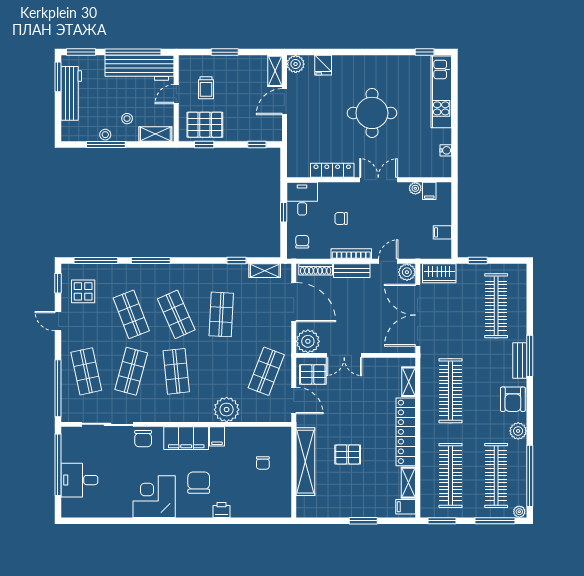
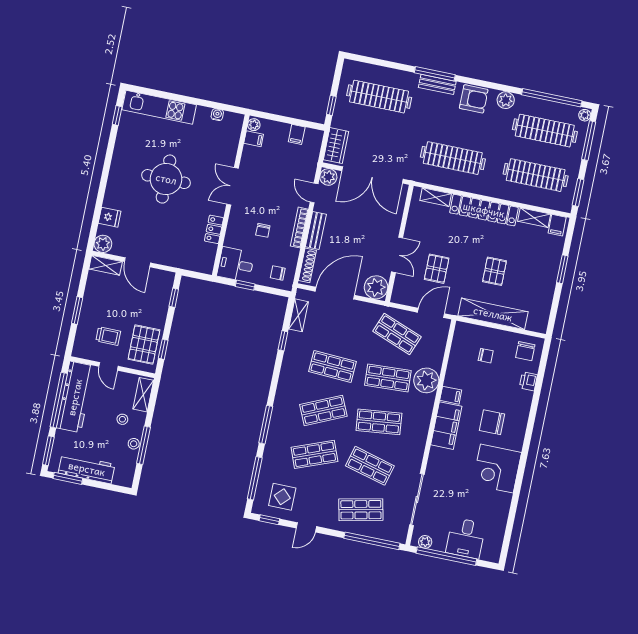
locker: (332, 170) -> (214, 229), width x0.66
plant: (415, 188) -> (254, 125), moved
shop shelf: (221, 371) -> (388, 378), added
pallet: (313, 374) -> (437, 269), moved
chair: (143, 439) -> (525, 351), moved, turned 90
plant: (68, 441) -> (425, 542), added
printer: (221, 510) -> (528, 381), moved

